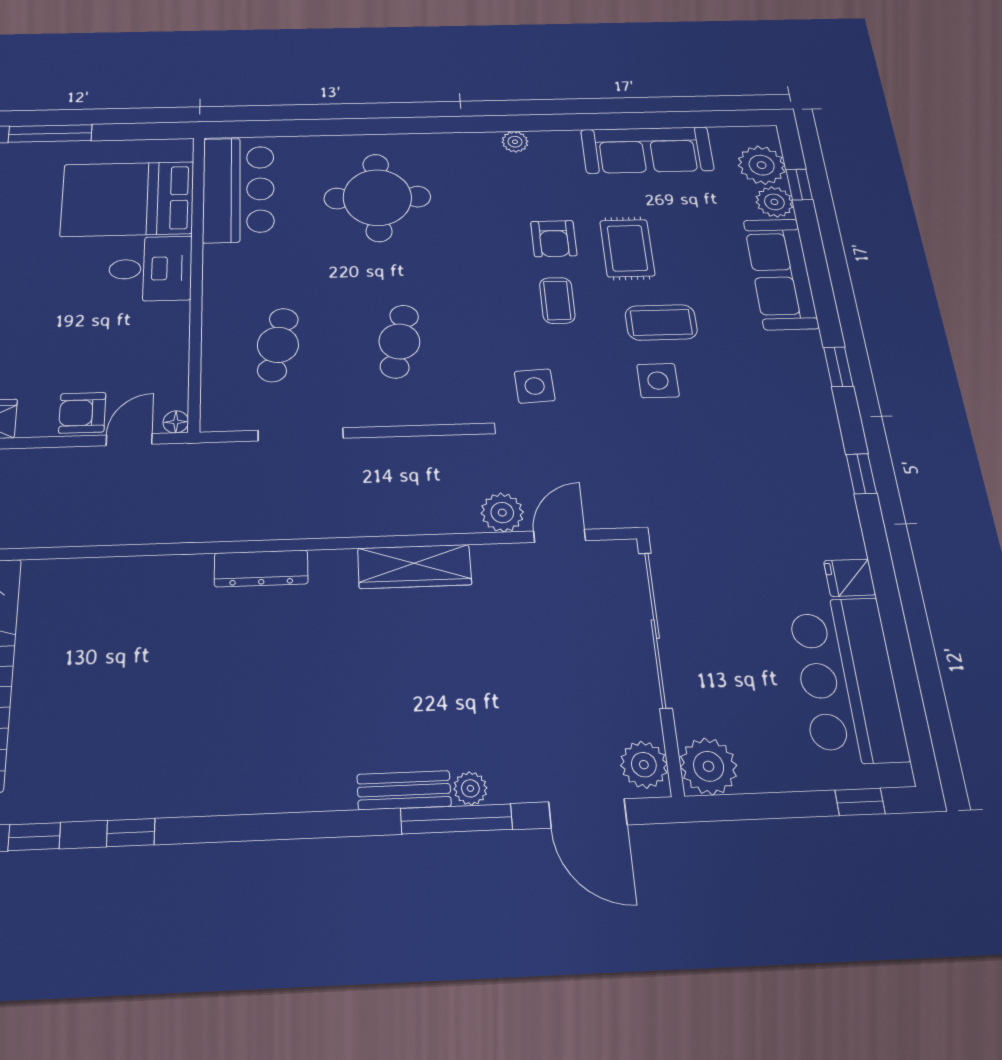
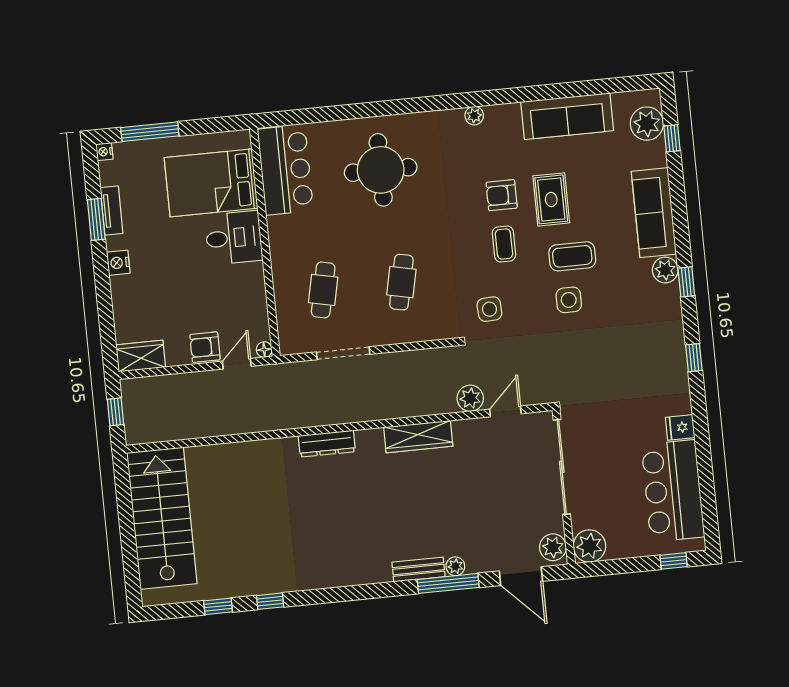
plant: (774, 202) -> (665, 270), moved
armchair: (554, 239) -> (502, 195), turned 90

